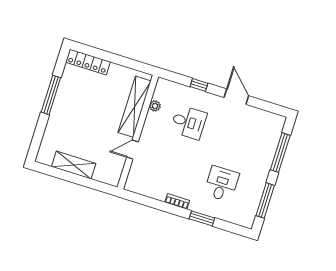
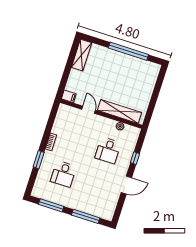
locker: (88, 62) -> (152, 78), removed
window: (51, 95) -> (128, 51), width x1.46
shelving: (74, 165) -> (82, 55), moved
filing cabinet: (114, 177) -> (69, 96), added
desk: (221, 184) -> (63, 174), turned 90

